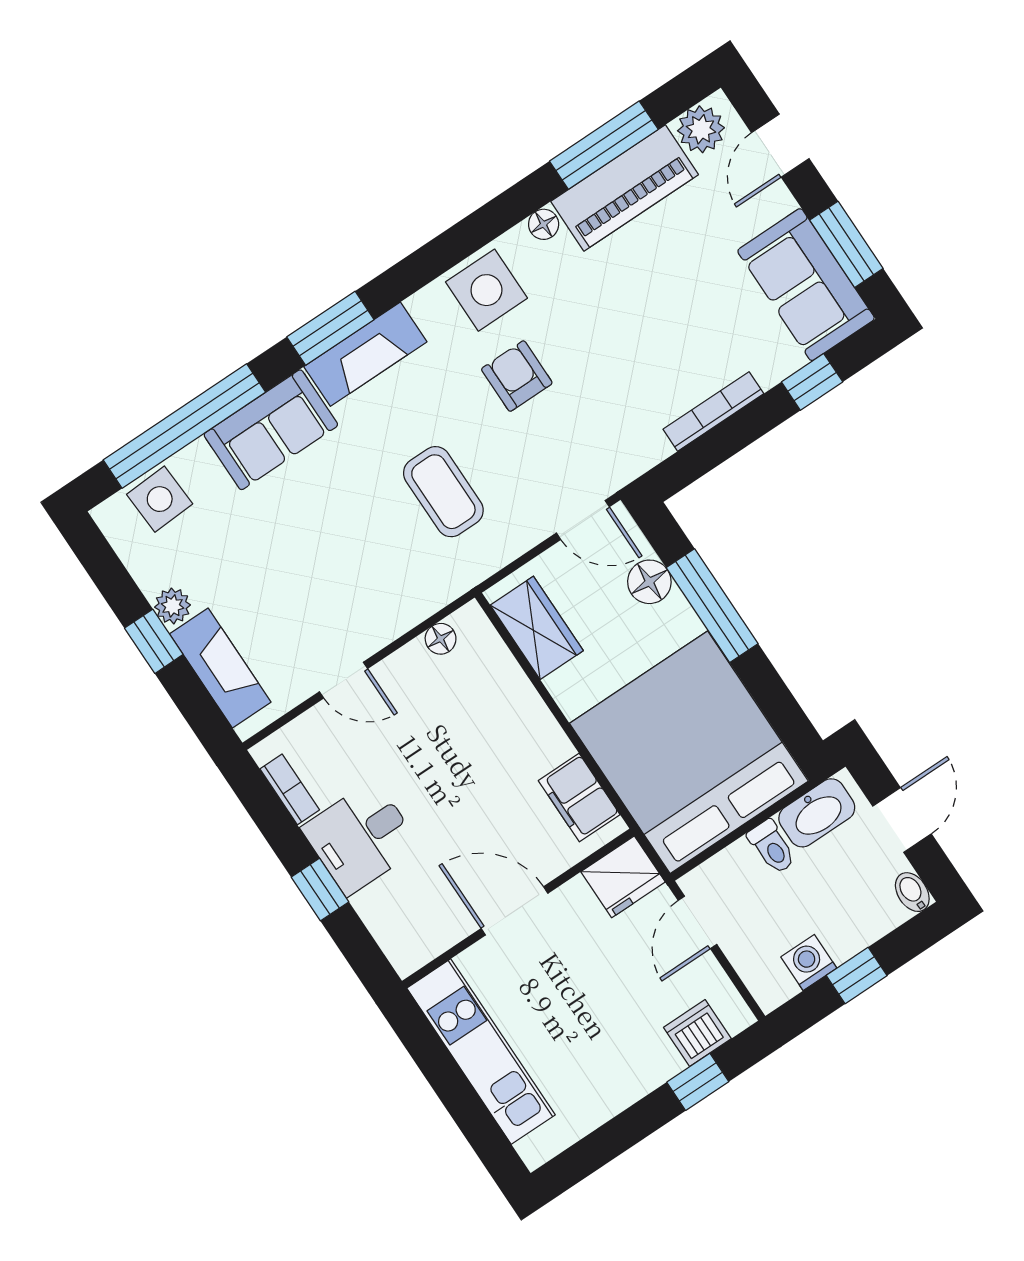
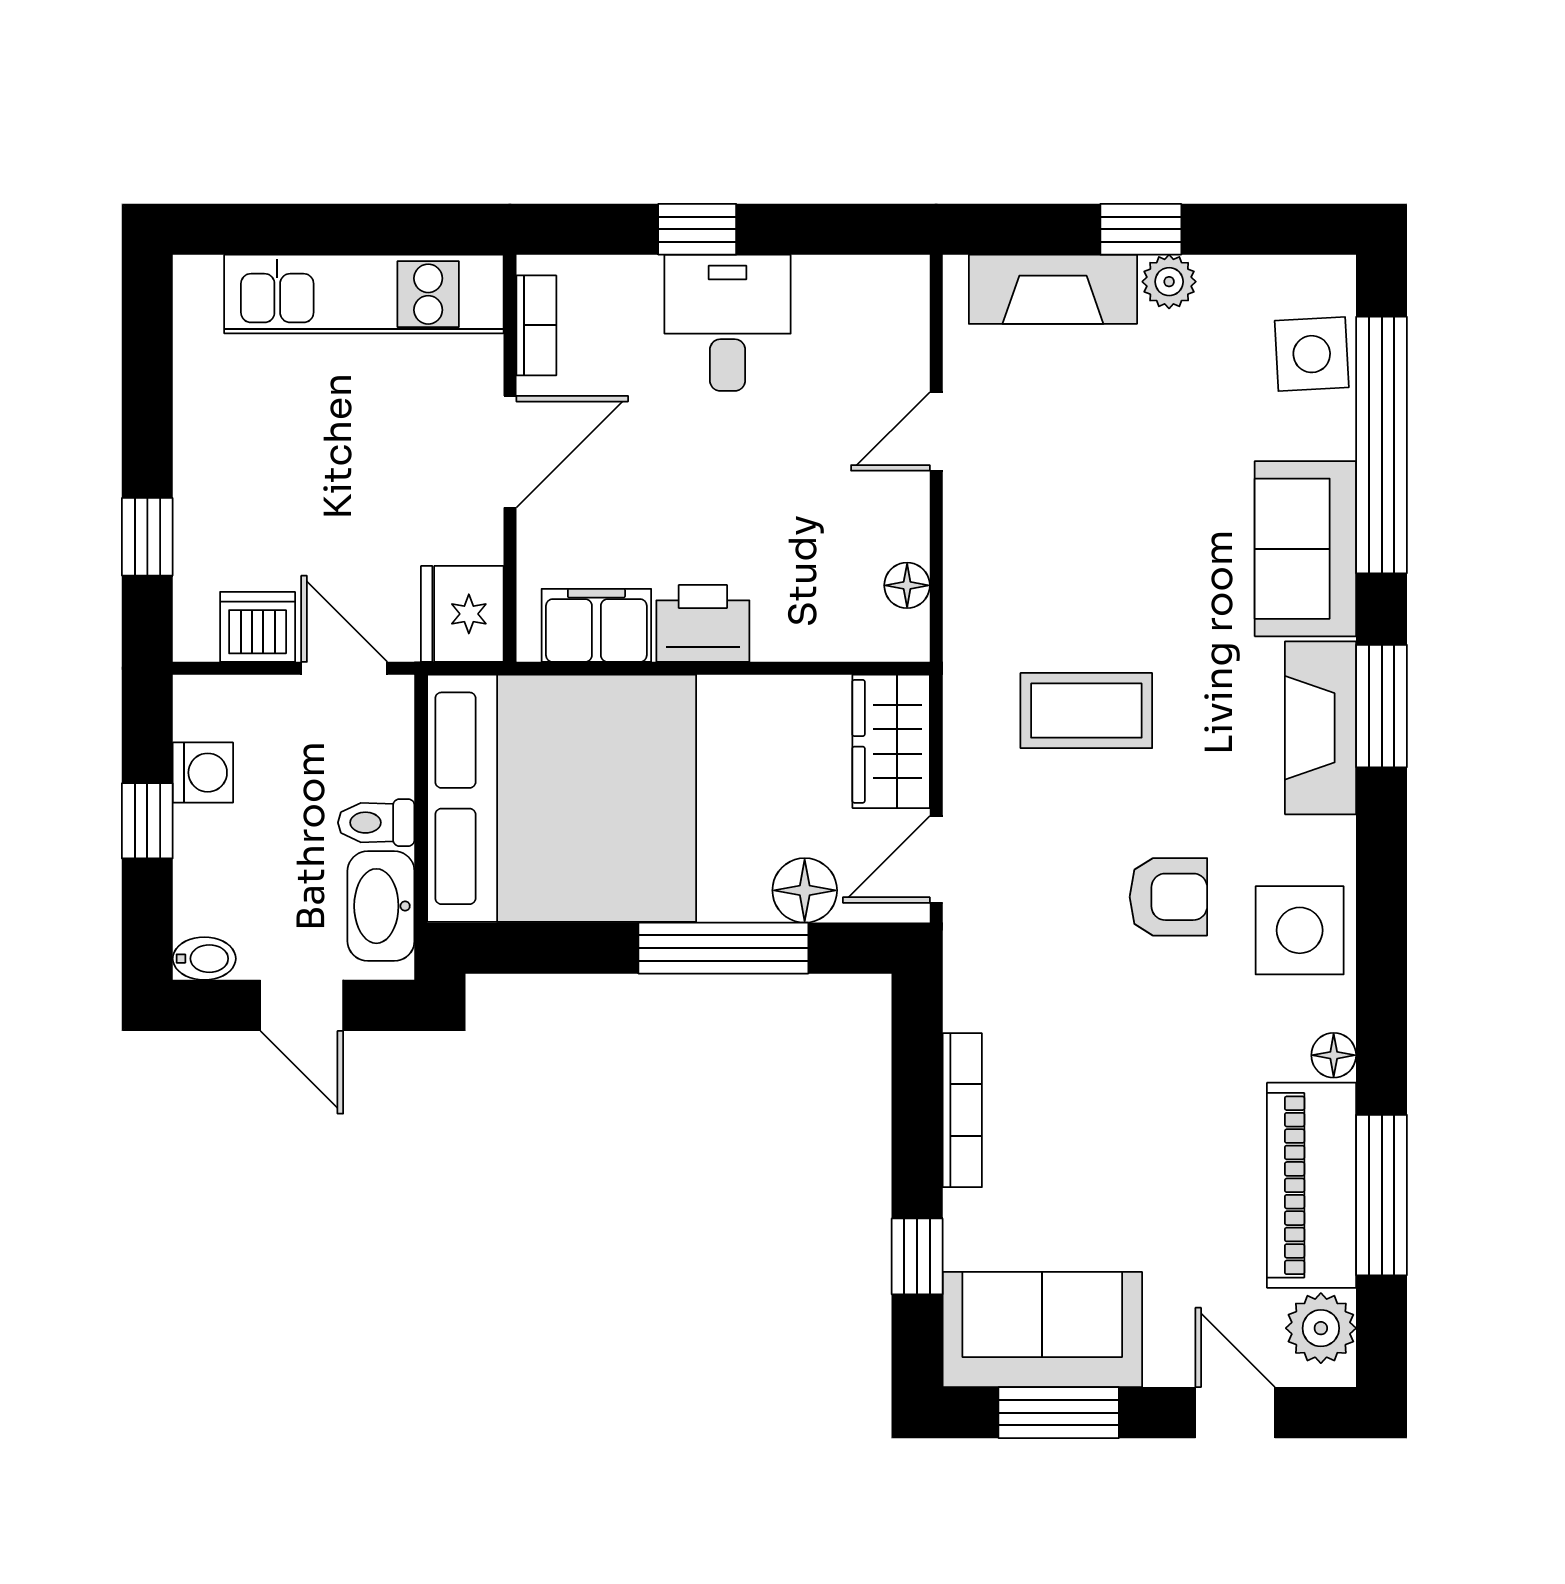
wardrobe: (537, 628) -> (891, 741), moved, turned 90
printer: (538, 739) -> (703, 623), added
bookcase: (290, 789) -> (536, 325), moved, turned -90
dishwasher: (697, 1033) -> (258, 627), moved, turned -90

